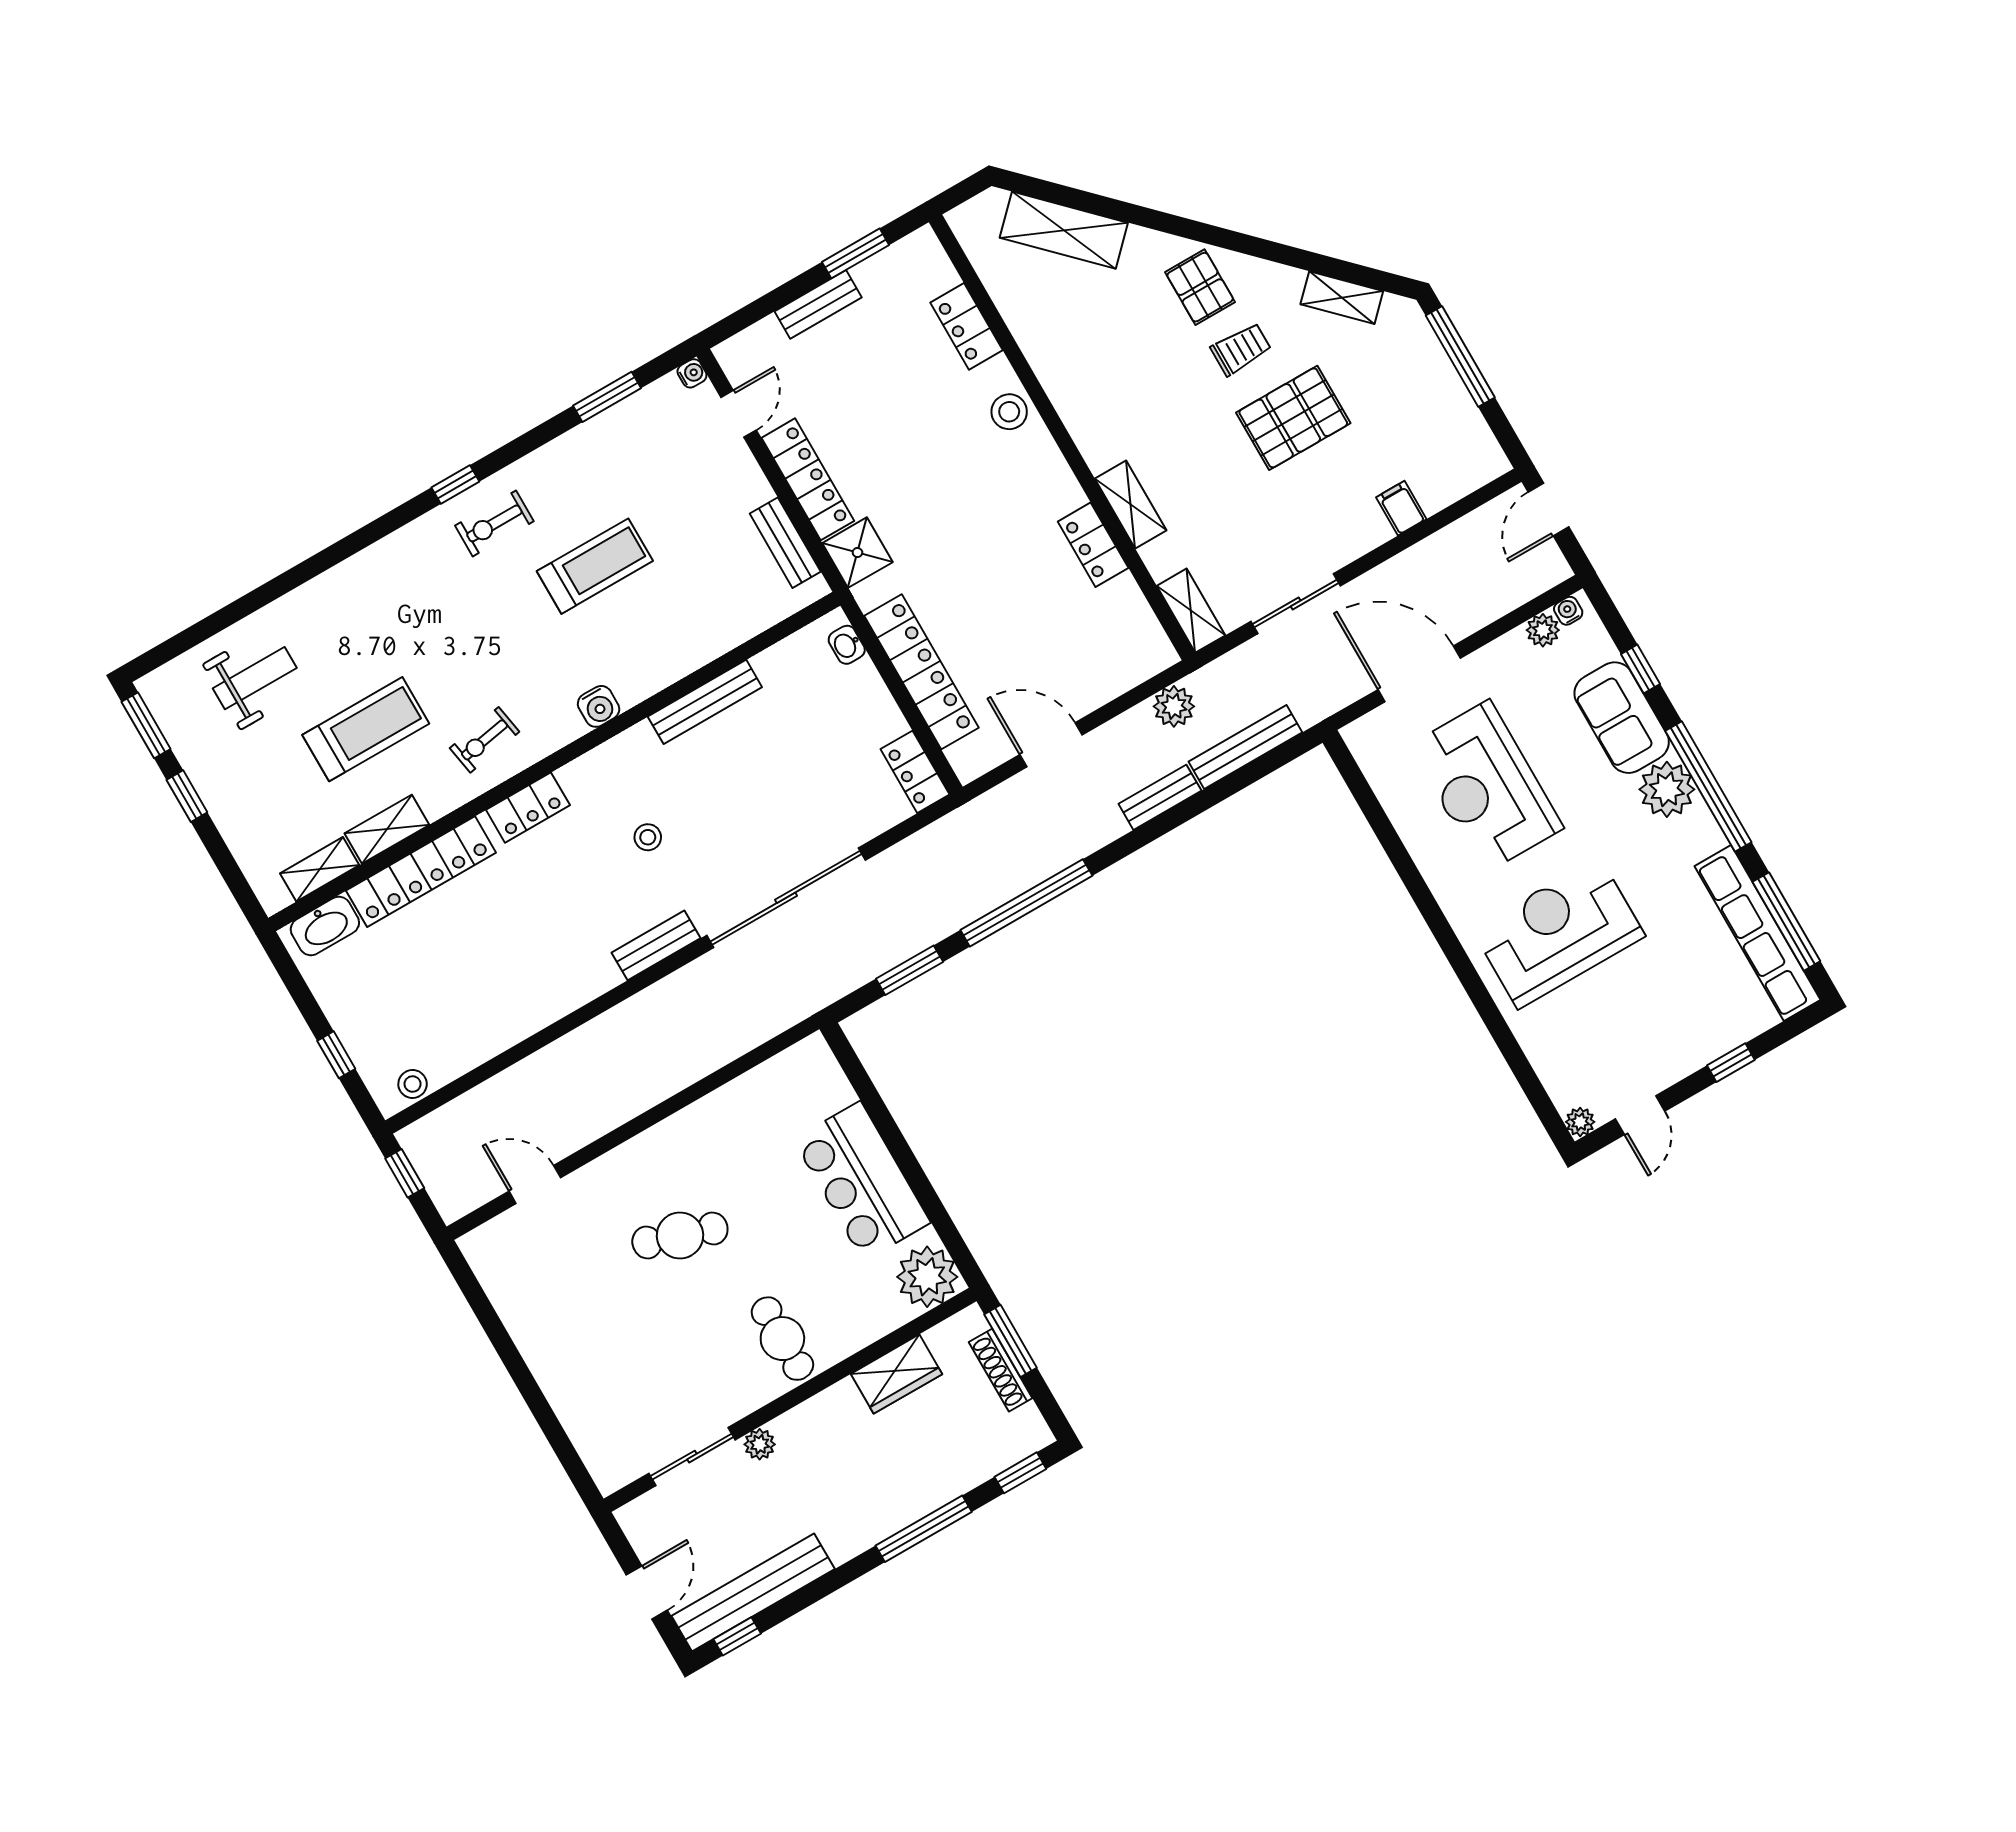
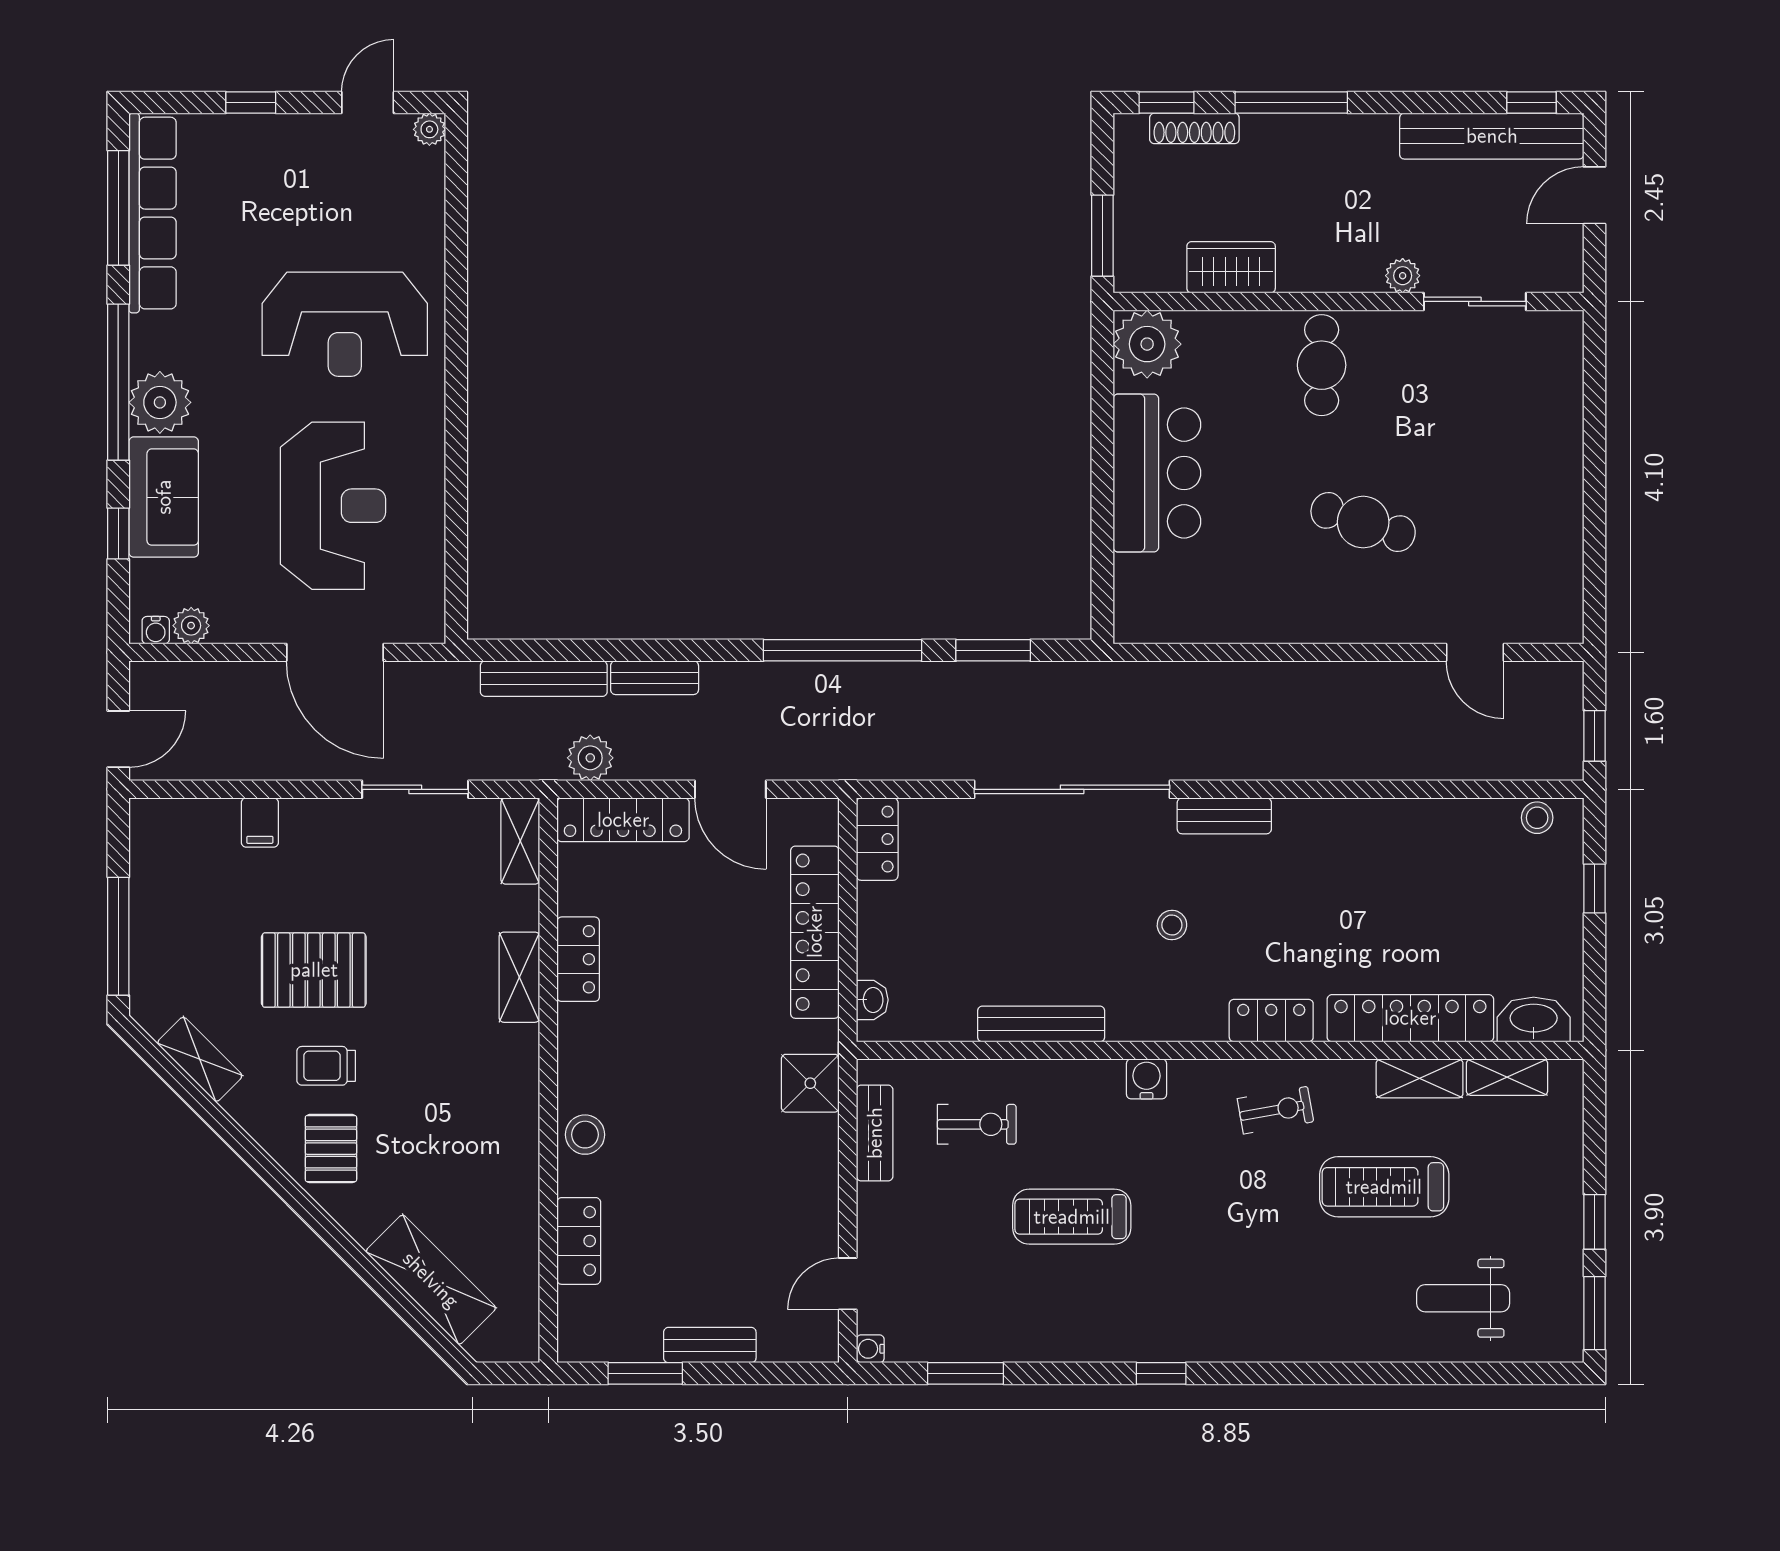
locker: (808, 479) -> (623, 820), moved, turned -90
exercise bike: (494, 523) -> (977, 1124), moved
shoe rack: (1001, 1370) -> (1194, 128), moved, turned 90

